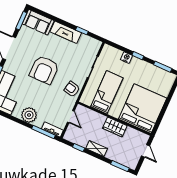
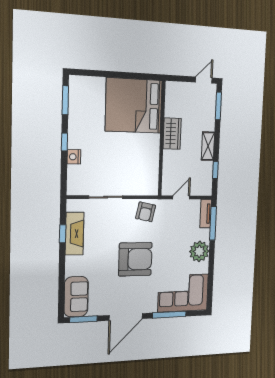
fireplace: (66, 32) -> (74, 234), moved
bed: (107, 92) -> (131, 164), removed
door: (146, 151) -> (204, 80), moved

